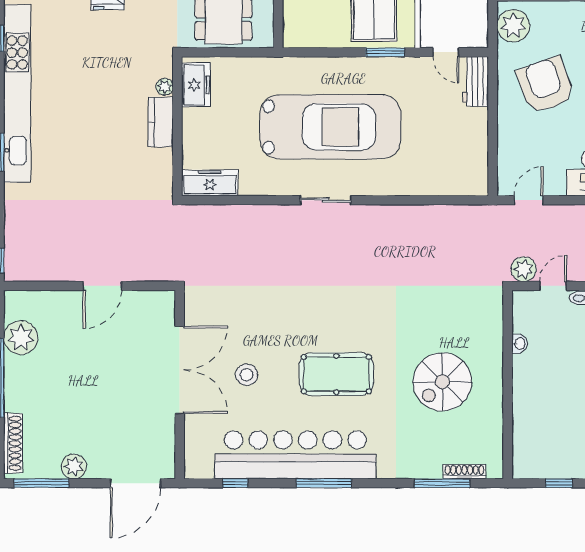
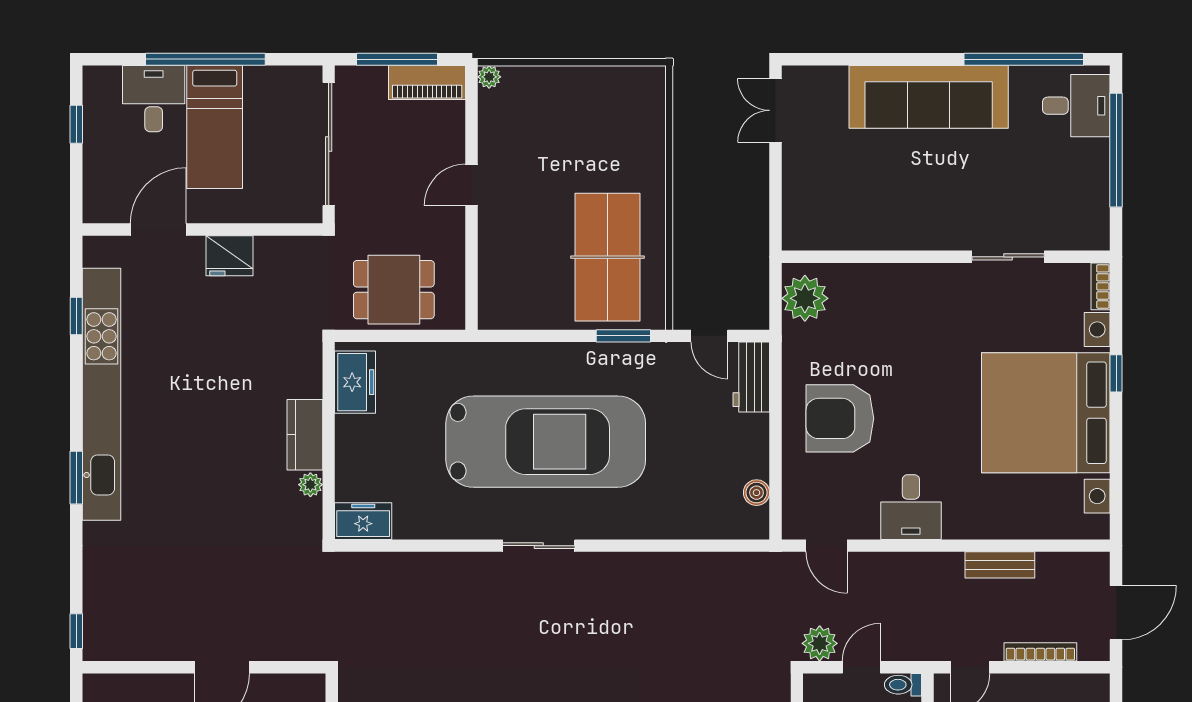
armchair: (545, 85) -> (840, 418), moved, turned -70
plant: (165, 87) -> (310, 485), moved
boiler: (479, 163) -> (756, 493), added
freezer: (210, 183) -> (363, 521), width x0.71
door: (529, 200) -> (827, 546), swing flipped

